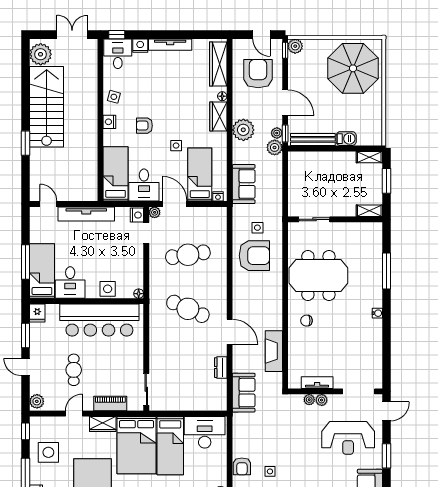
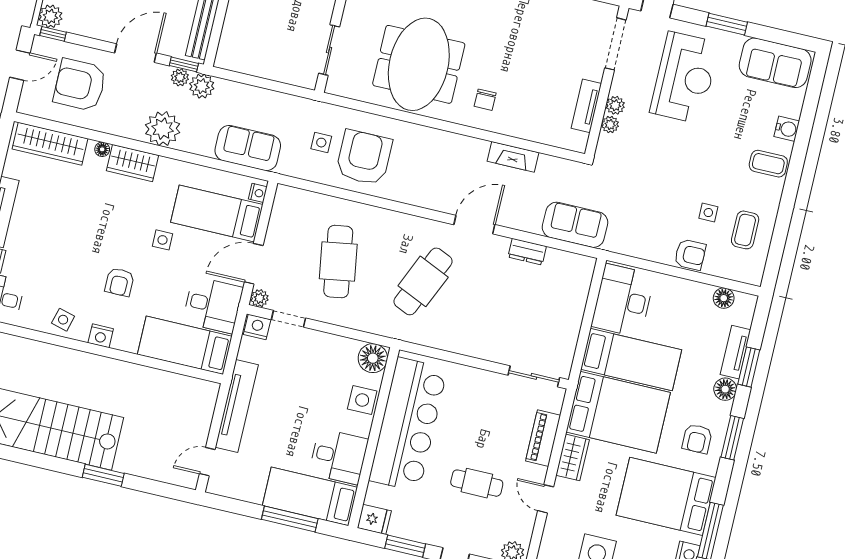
floor lamp: (139, 294) -> (373, 358), width x1.89, depth x1.89
fireplace: (274, 351) -> (513, 157), width x0.73, depth x0.76

